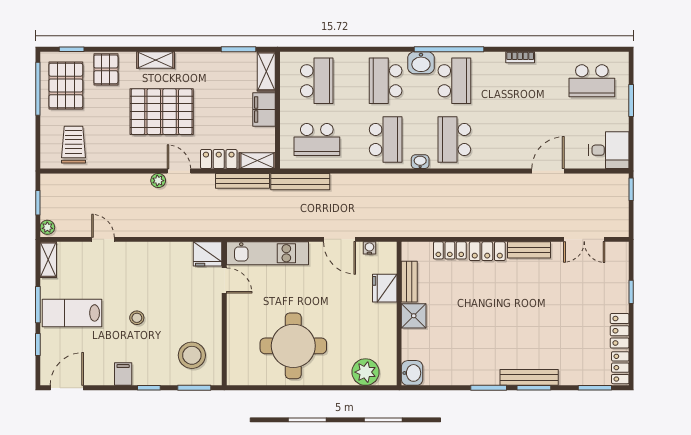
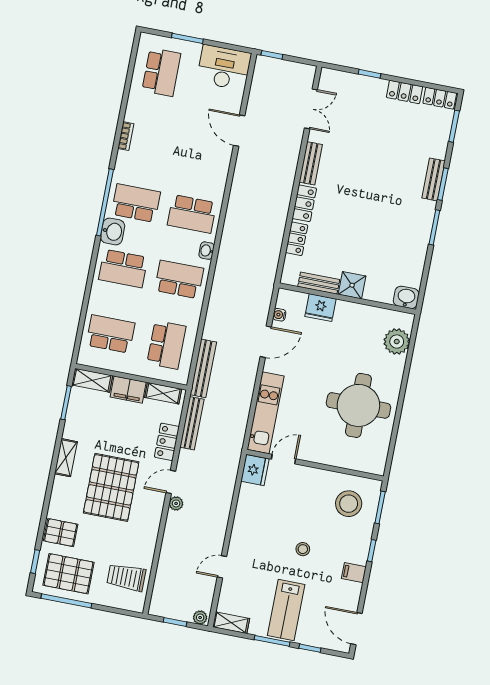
shelving: (156, 60) -> (66, 458), moved
desk: (609, 150) -> (224, 68), width x1.37
shelving: (257, 161) -> (163, 393), moved, turned 90
bench: (529, 377) -> (433, 179), width x0.73

